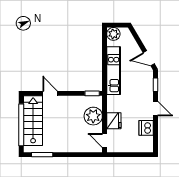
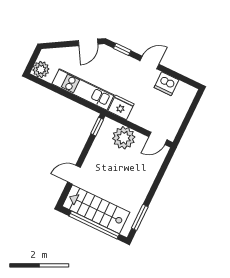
fridge: (114, 121) -> (121, 107), moved

